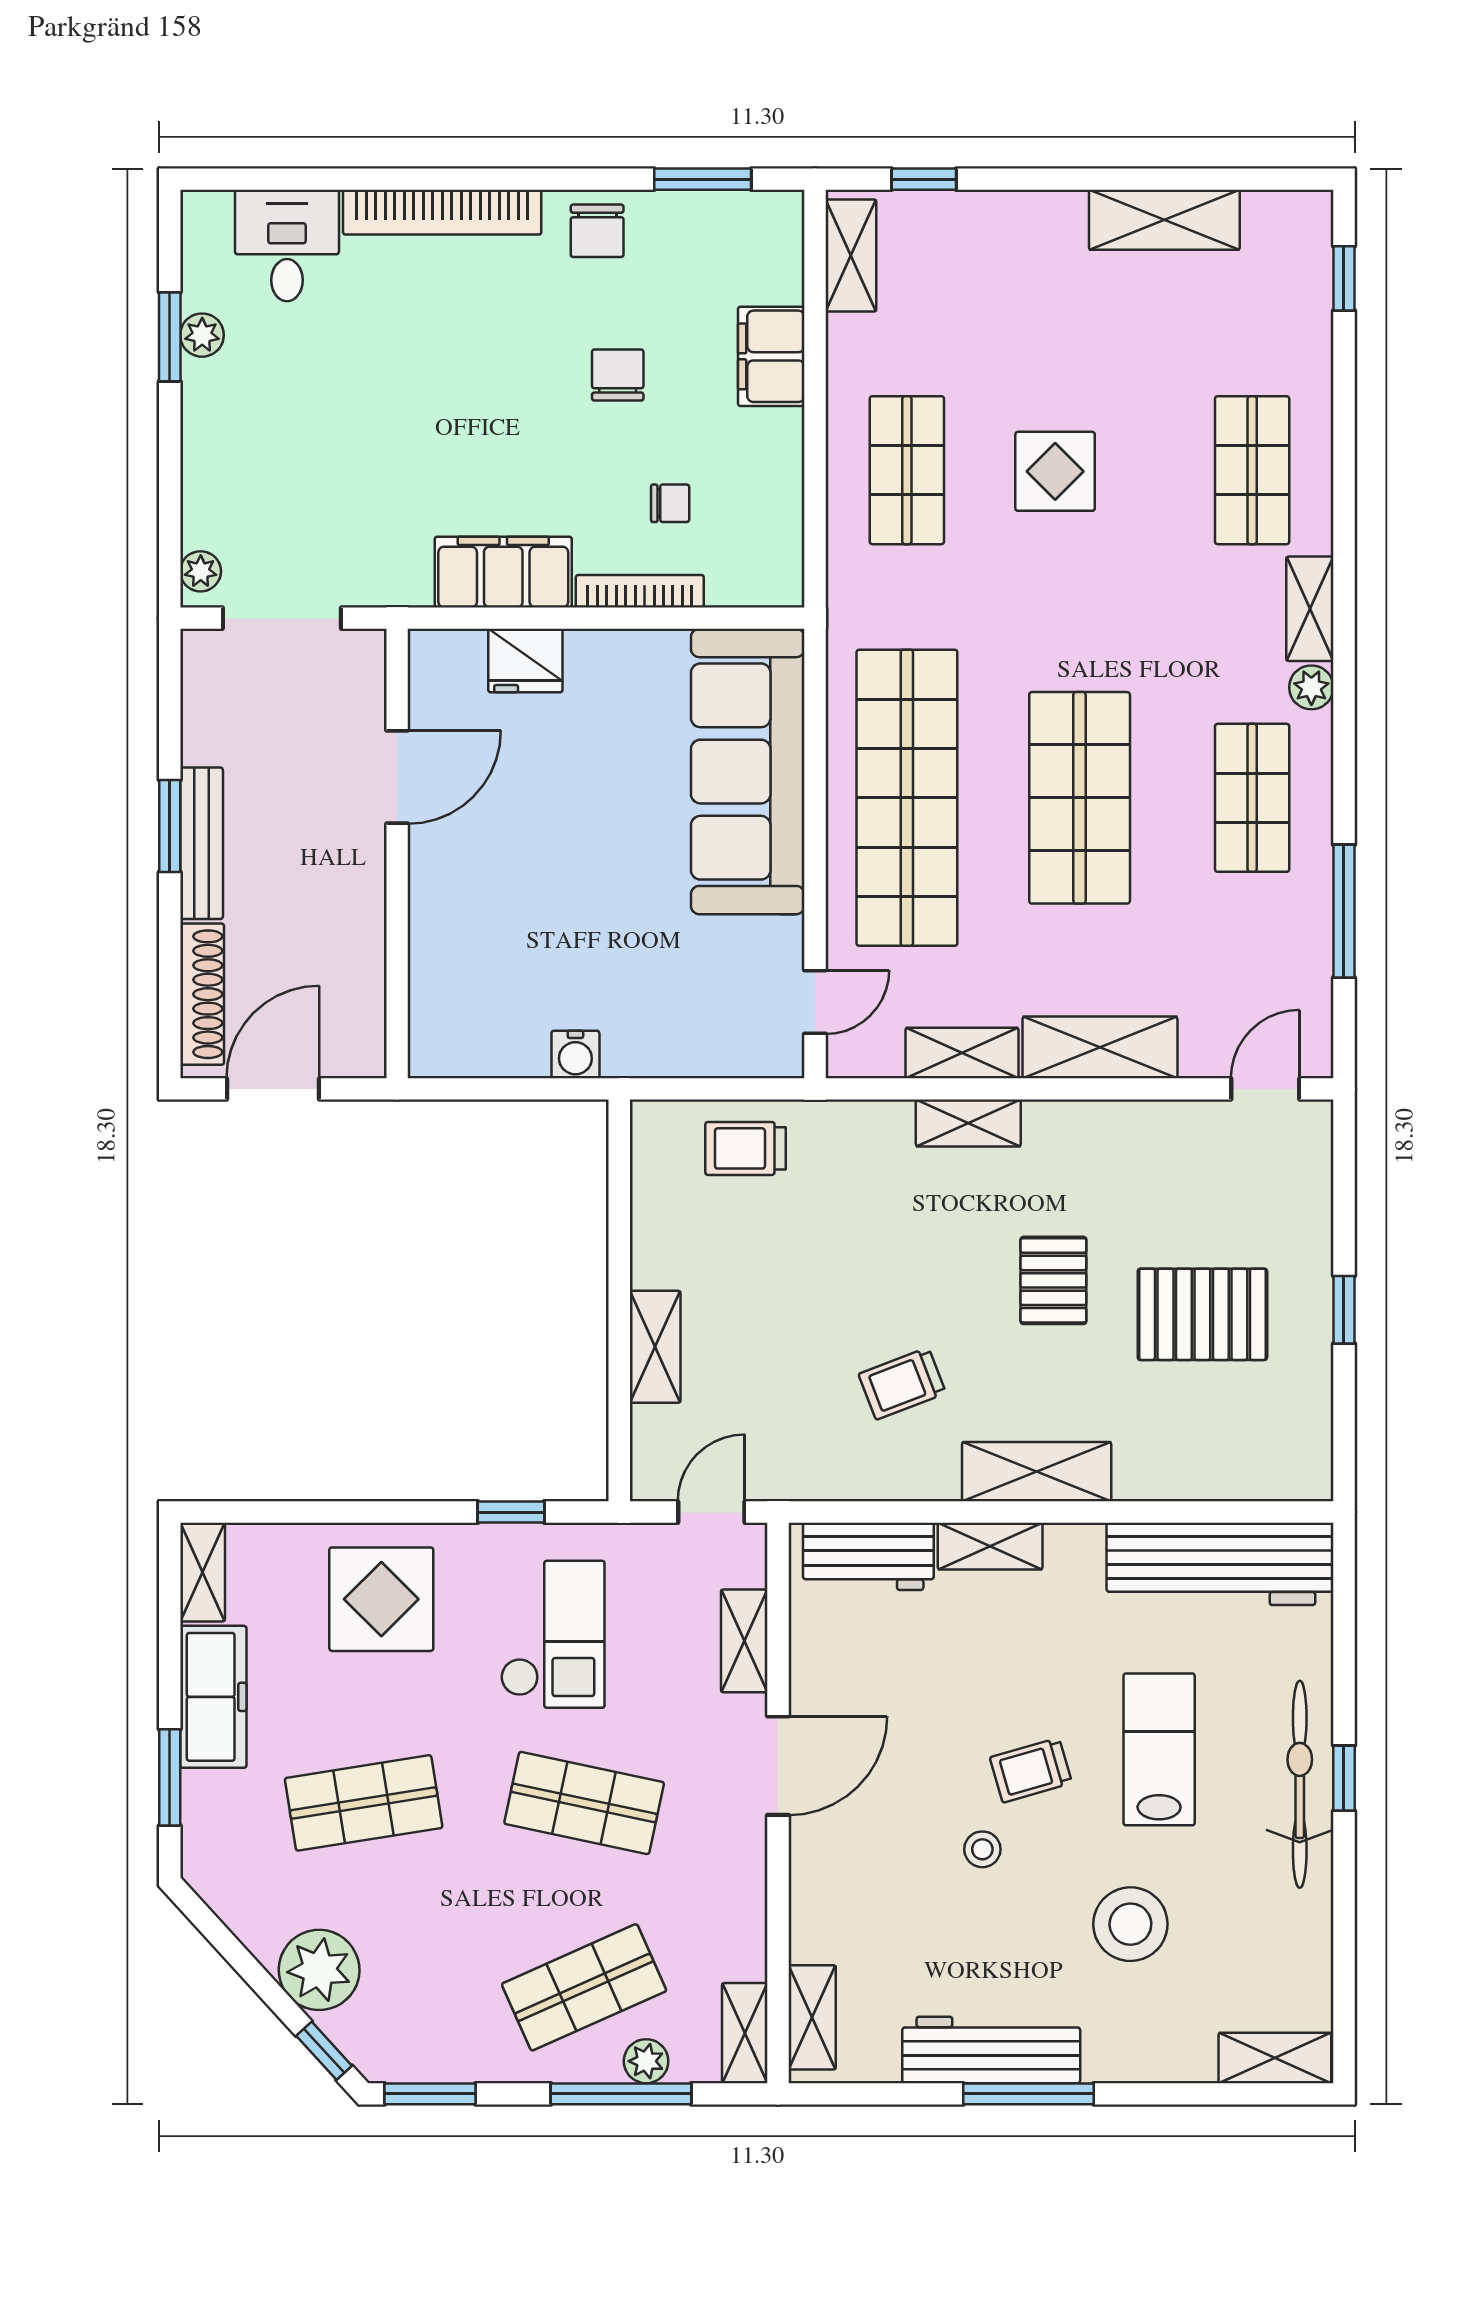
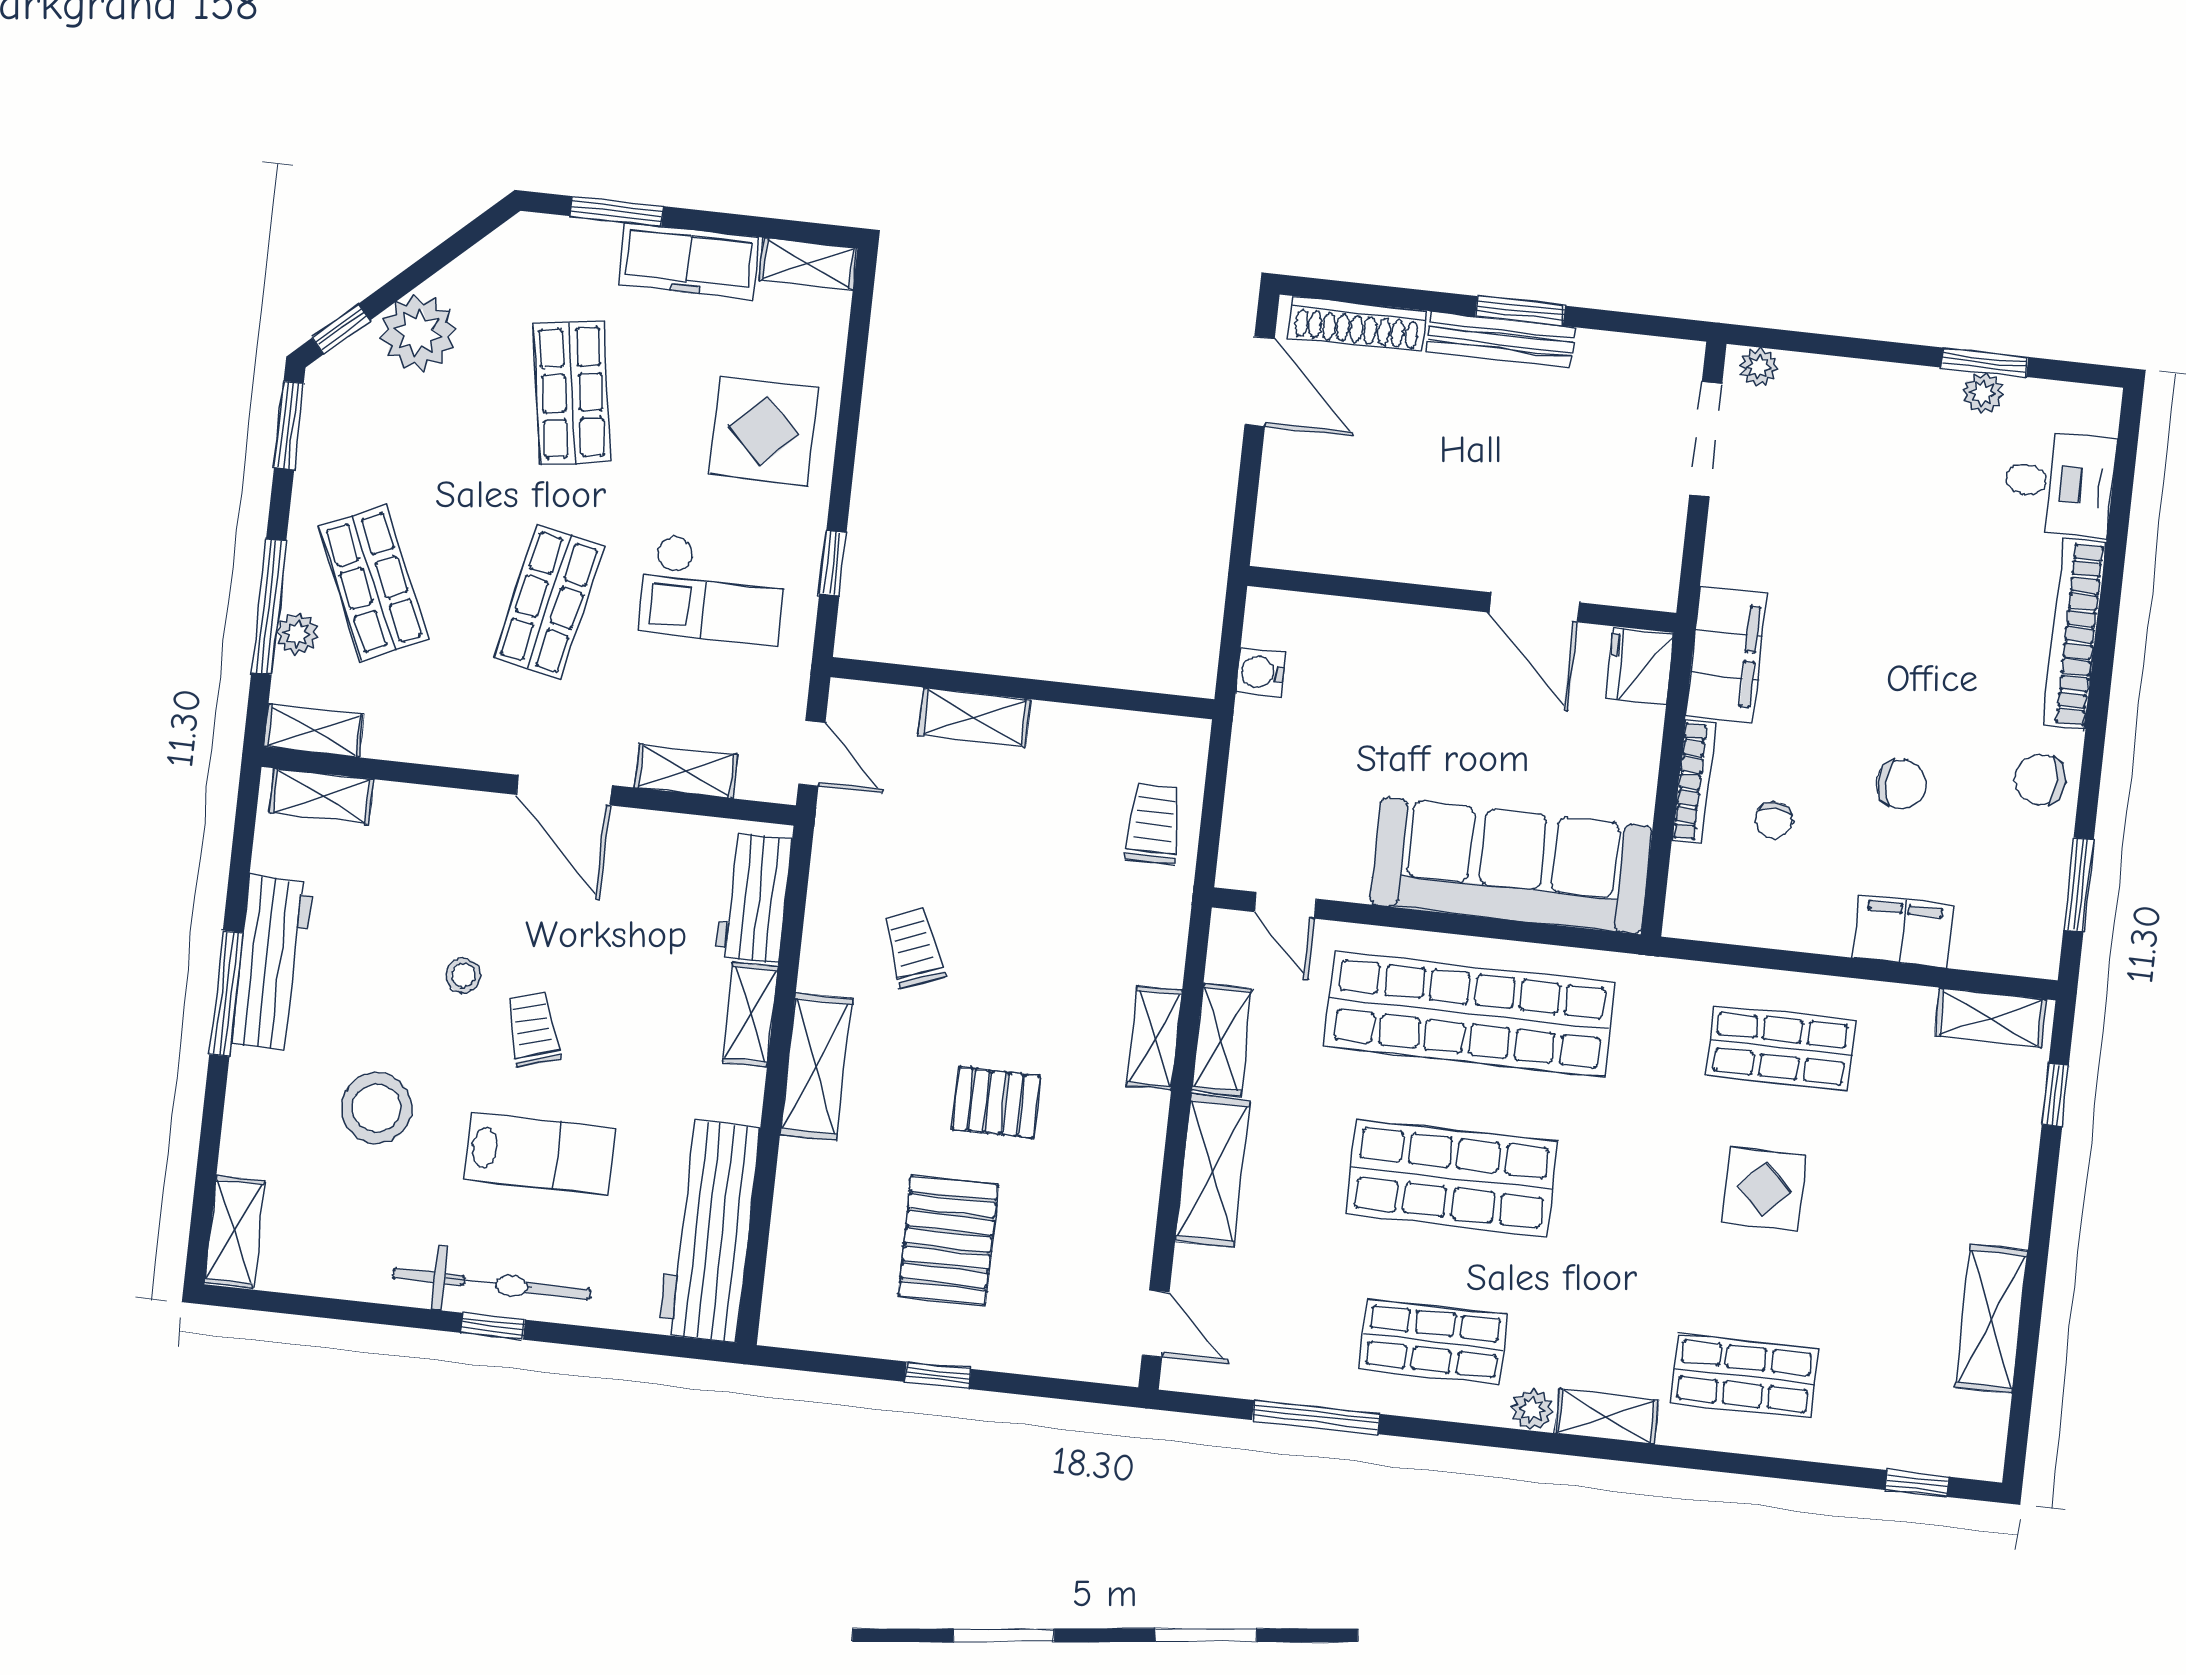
door: (397, 777) -> (1534, 607), moved
wall: (397, 854) -> (1462, 599), moved

